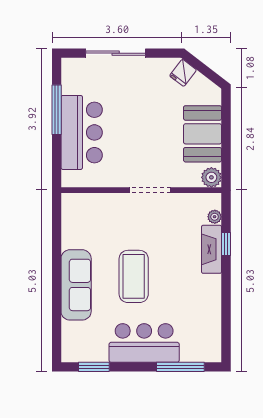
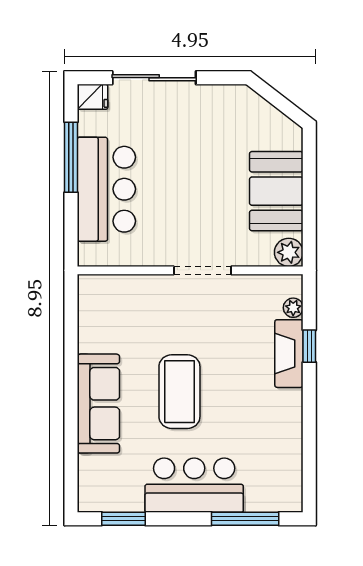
fridge: (183, 73) -> (92, 97), moved, turned -128

